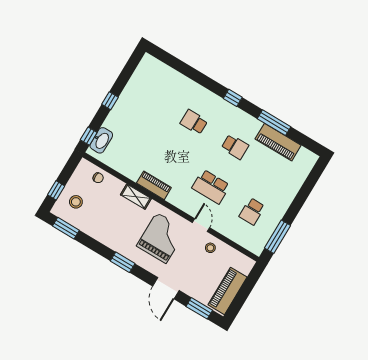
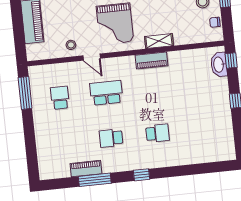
piano: (278, 142) -> (86, 169), width x0.73, depth x0.75
chair: (98, 178) -> (215, 22), moved

